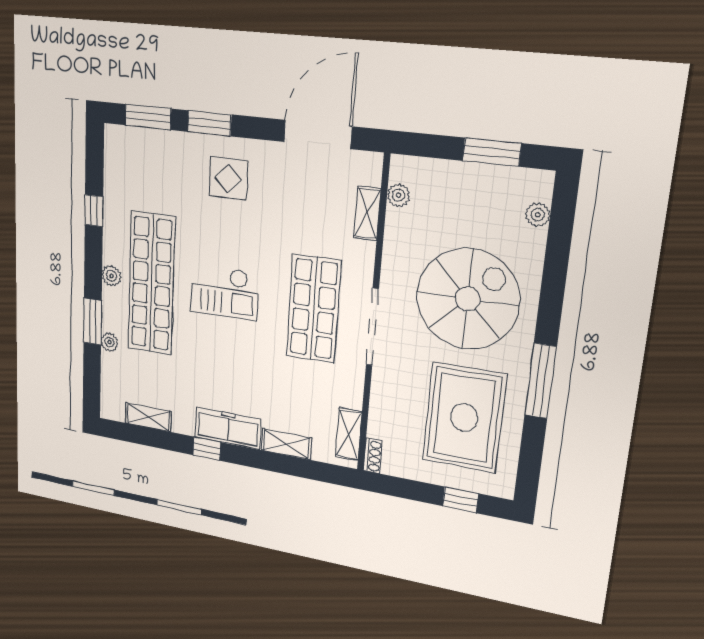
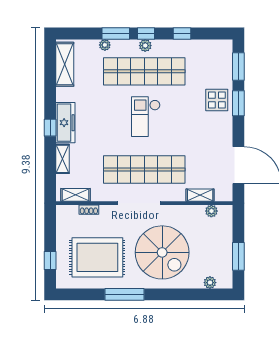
display table: (228, 178) -> (217, 100), moved
window: (93, 272) -> (146, 34), added
shop shelf: (314, 309) -> (144, 169), width x1.40
shelving: (148, 417) -> (65, 64), width x1.50, depth x1.33
window: (207, 449) -> (50, 128), moved
shoe rack: (373, 456) -> (89, 210), moved

